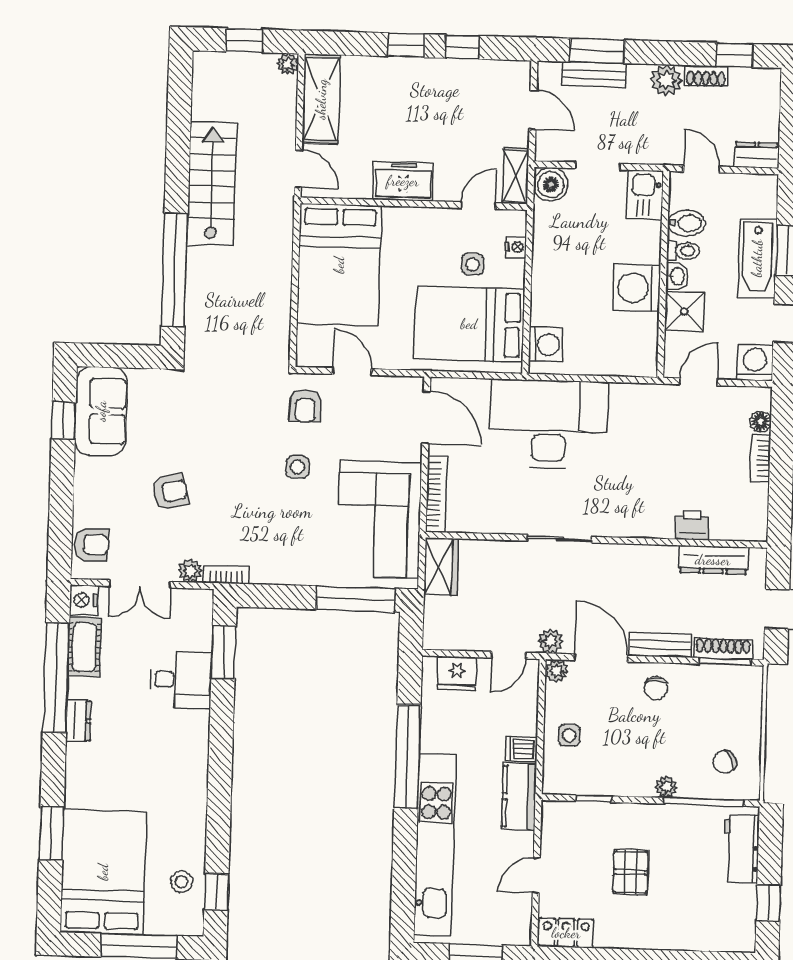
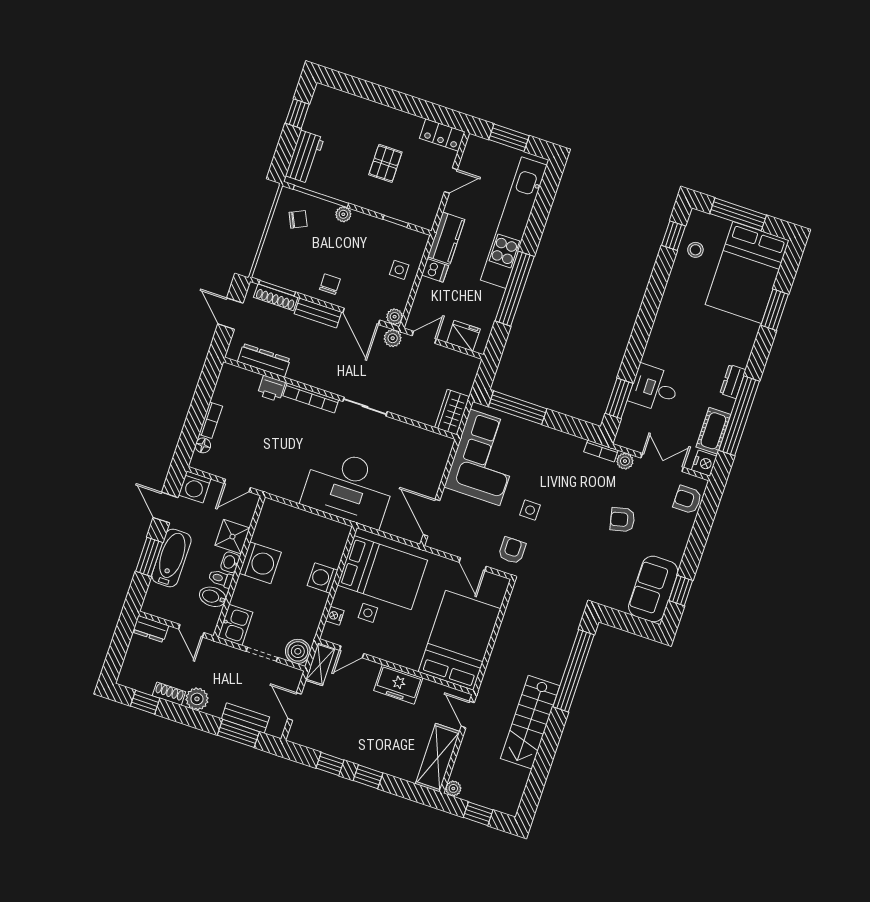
washing machine: (546, 344) -> (322, 578), moved
bookcase: (436, 494) -> (311, 398), moved, turned -90

